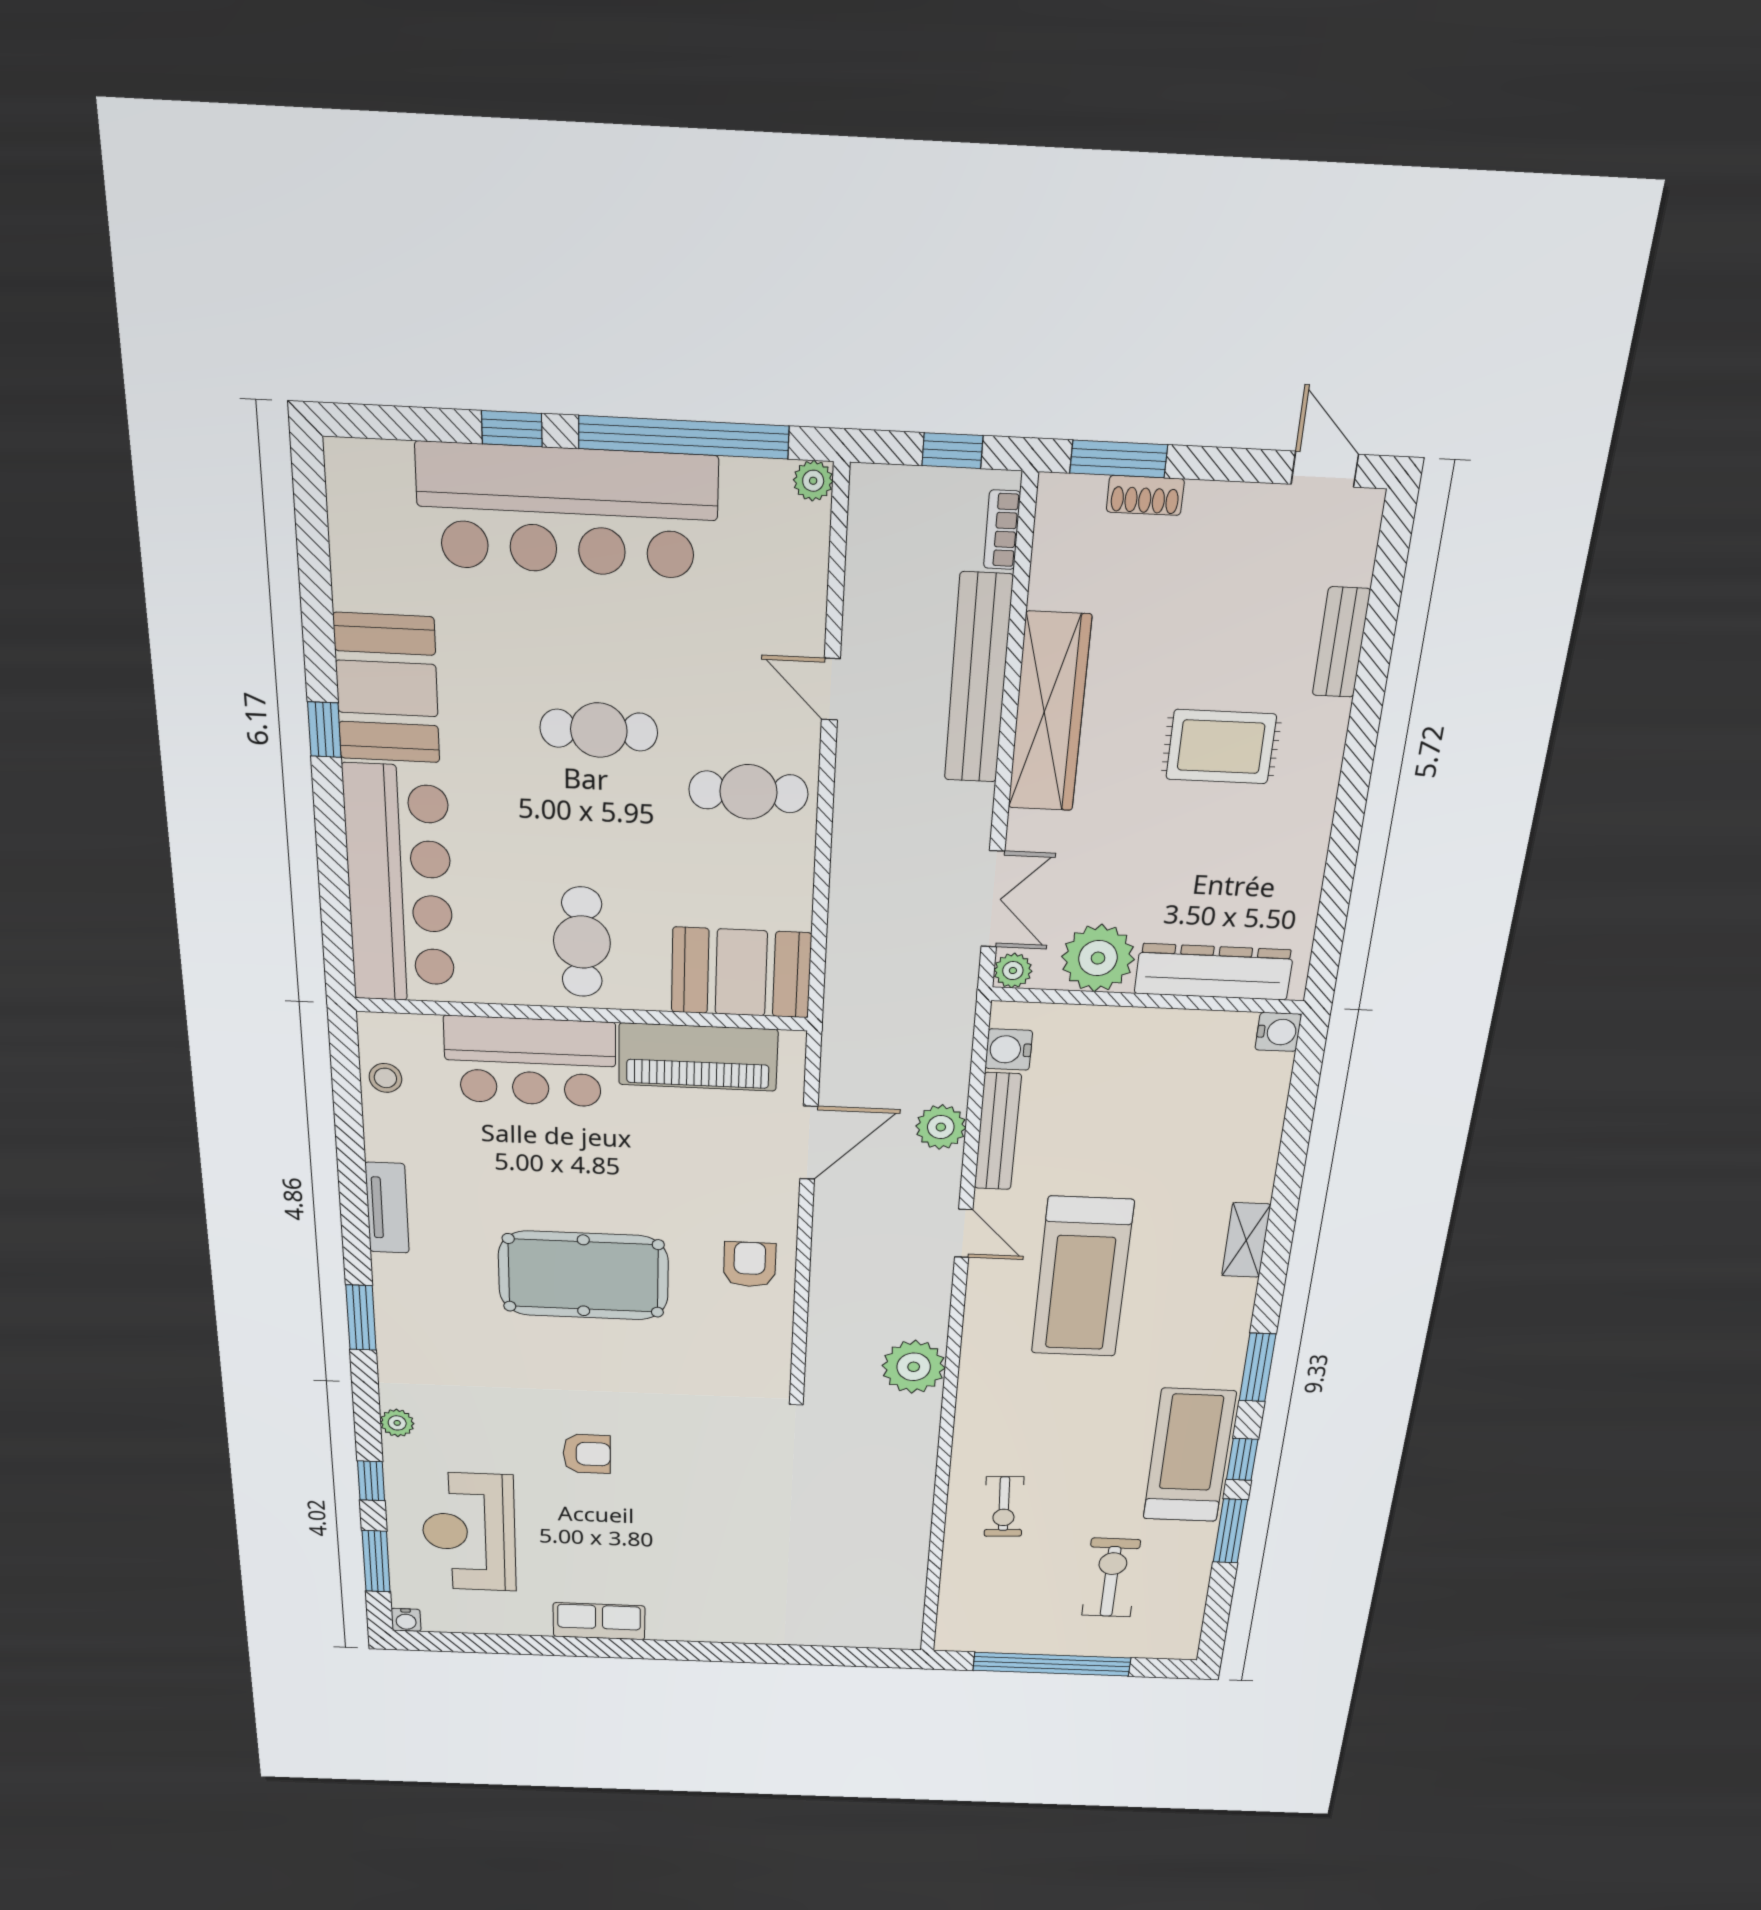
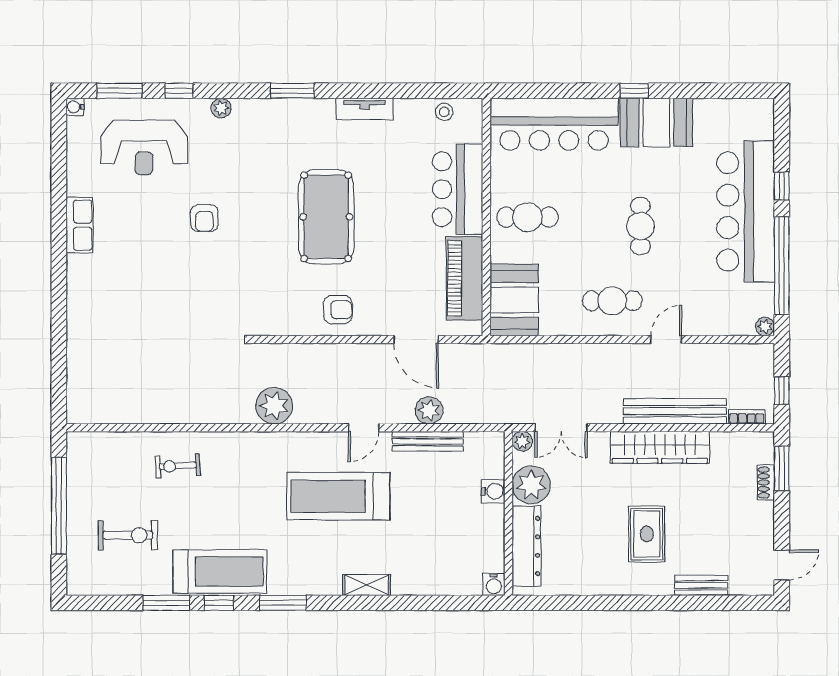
cafe table: (748, 792) -> (612, 301), turned 90
water cooler: (1009, 1050) -> (493, 491), moved, turned 90
reception desk: (469, 1532) -> (144, 147), turned 180

